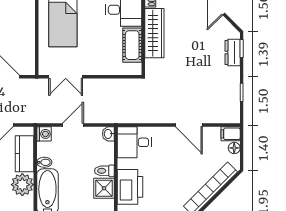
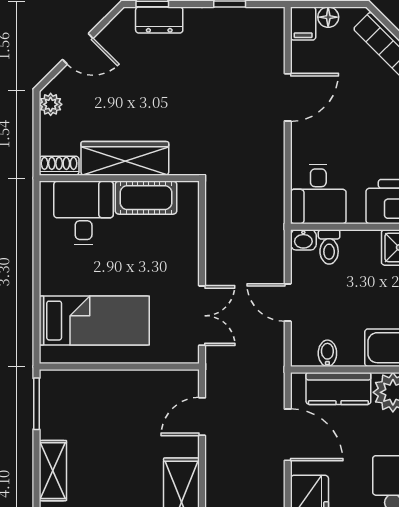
washing machine: (44, 134) -> (303, 354), removed
bidet: (44, 162) -> (327, 353), moved
toilet: (104, 171) -> (329, 247), moved

